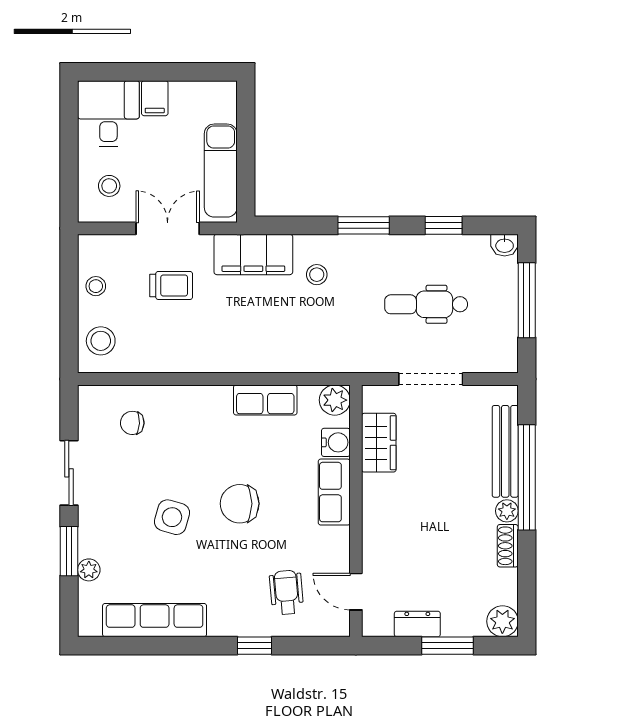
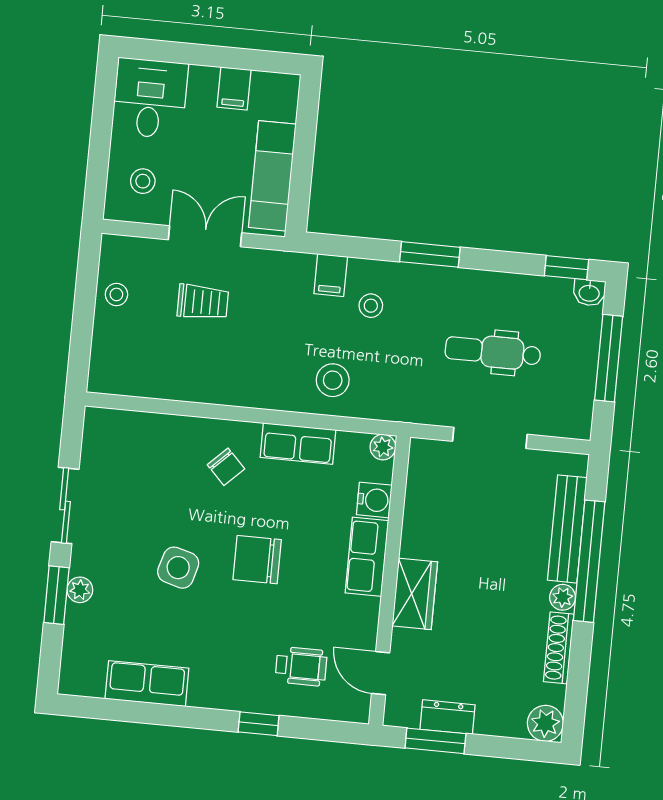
filing cabinet: (155, 98) -> (234, 88), moved
window: (444, 225) -> (567, 268), moved
filing cabinet: (253, 254) -> (331, 275), width x0.33, depth x0.86
stool: (101, 341) -> (333, 380), moved
plant: (335, 400) -> (383, 447), width x0.73, depth x0.73
chair: (132, 423) -> (226, 467), moved, turned -137
wardrobe: (379, 443) -> (415, 594), moved
shoe rack: (508, 546) -> (559, 648), width x1.43
plant: (89, 570) -> (80, 590), moved
wheelchair: (287, 592) -> (301, 666), turned 95
row of seats: (155, 620) -> (147, 684), width x0.68
window: (447, 646) -> (435, 741), moved

